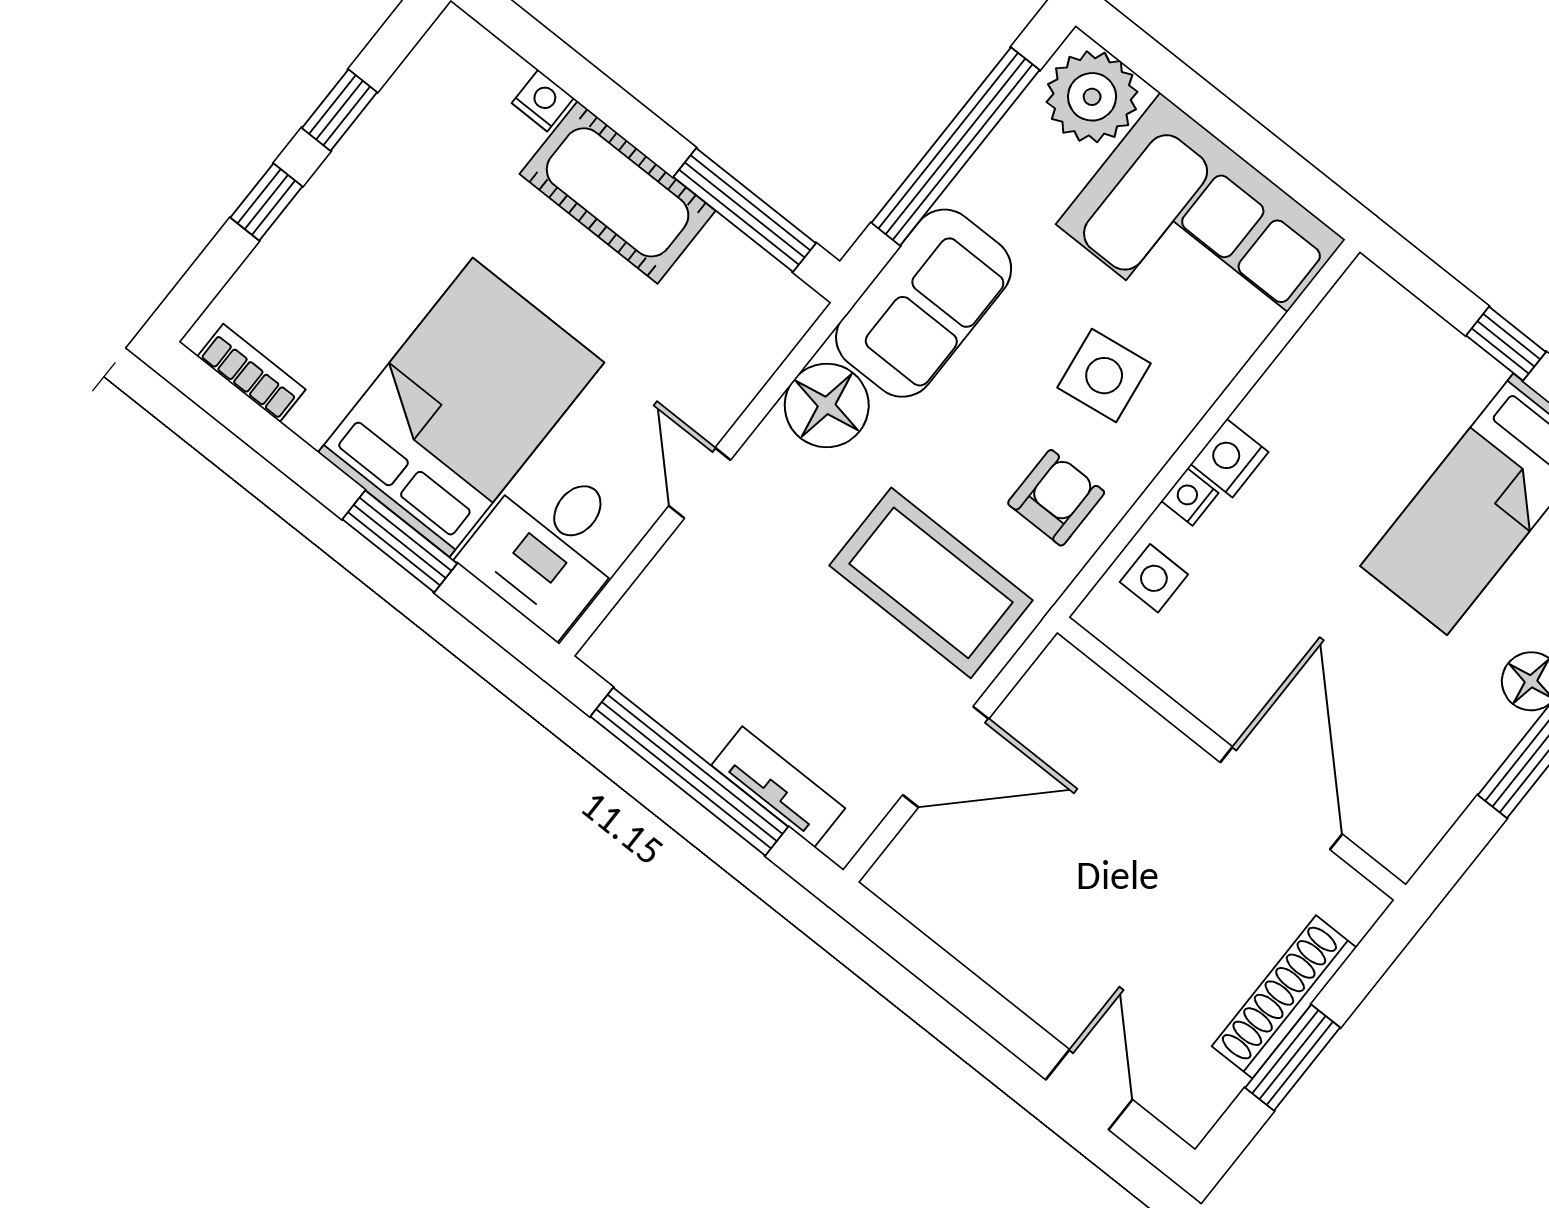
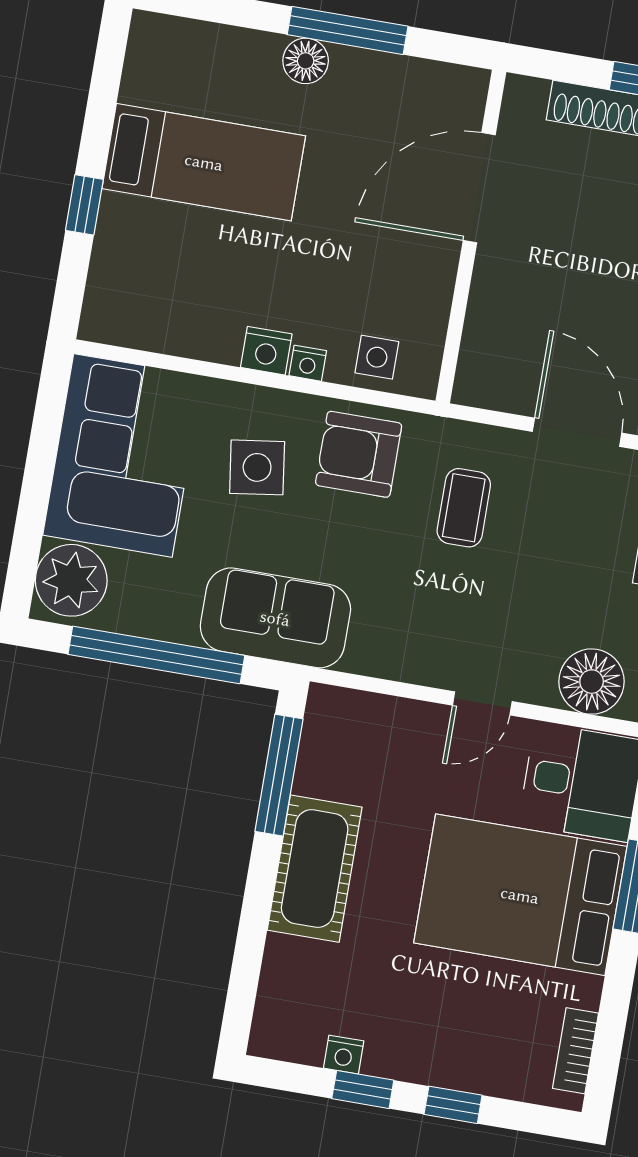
nightstand: (543, 101) -> (344, 1055), moved, turned -90
floor lamp: (827, 405) -> (592, 682), moved
armchair: (1056, 498) -> (359, 454), width x1.38, depth x1.38
coffee table: (931, 583) -> (464, 508), width x0.54, depth x0.58

